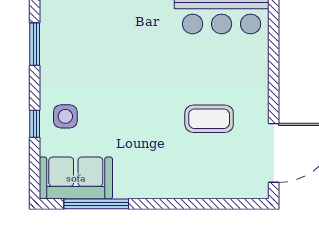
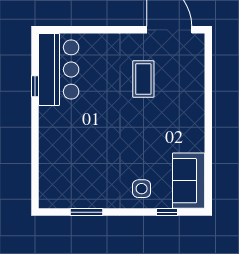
window: (35, 124) -> (167, 212), moved
window: (96, 204) -> (208, 165), removed

